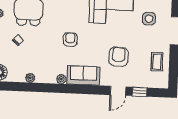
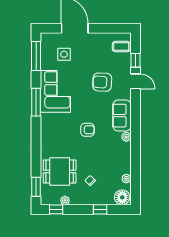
armchair: (70, 39) -> (87, 130), turned 180
coffee table: (157, 62) -> (121, 47), moved
plant: (30, 78) -> (126, 179), moved

